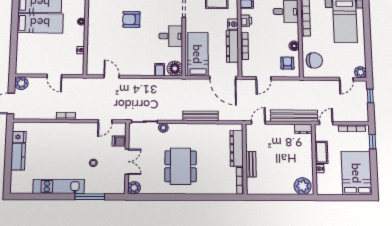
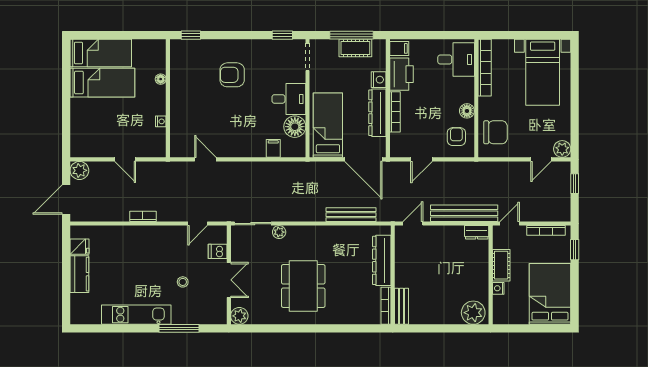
printer: (246, 21) -> (402, 74), width x1.87, depth x1.48
floor lamp: (175, 68) -> (295, 127), moved
bench: (201, 116) -> (351, 215), moved
bench: (251, 164) -> (402, 306), moved

